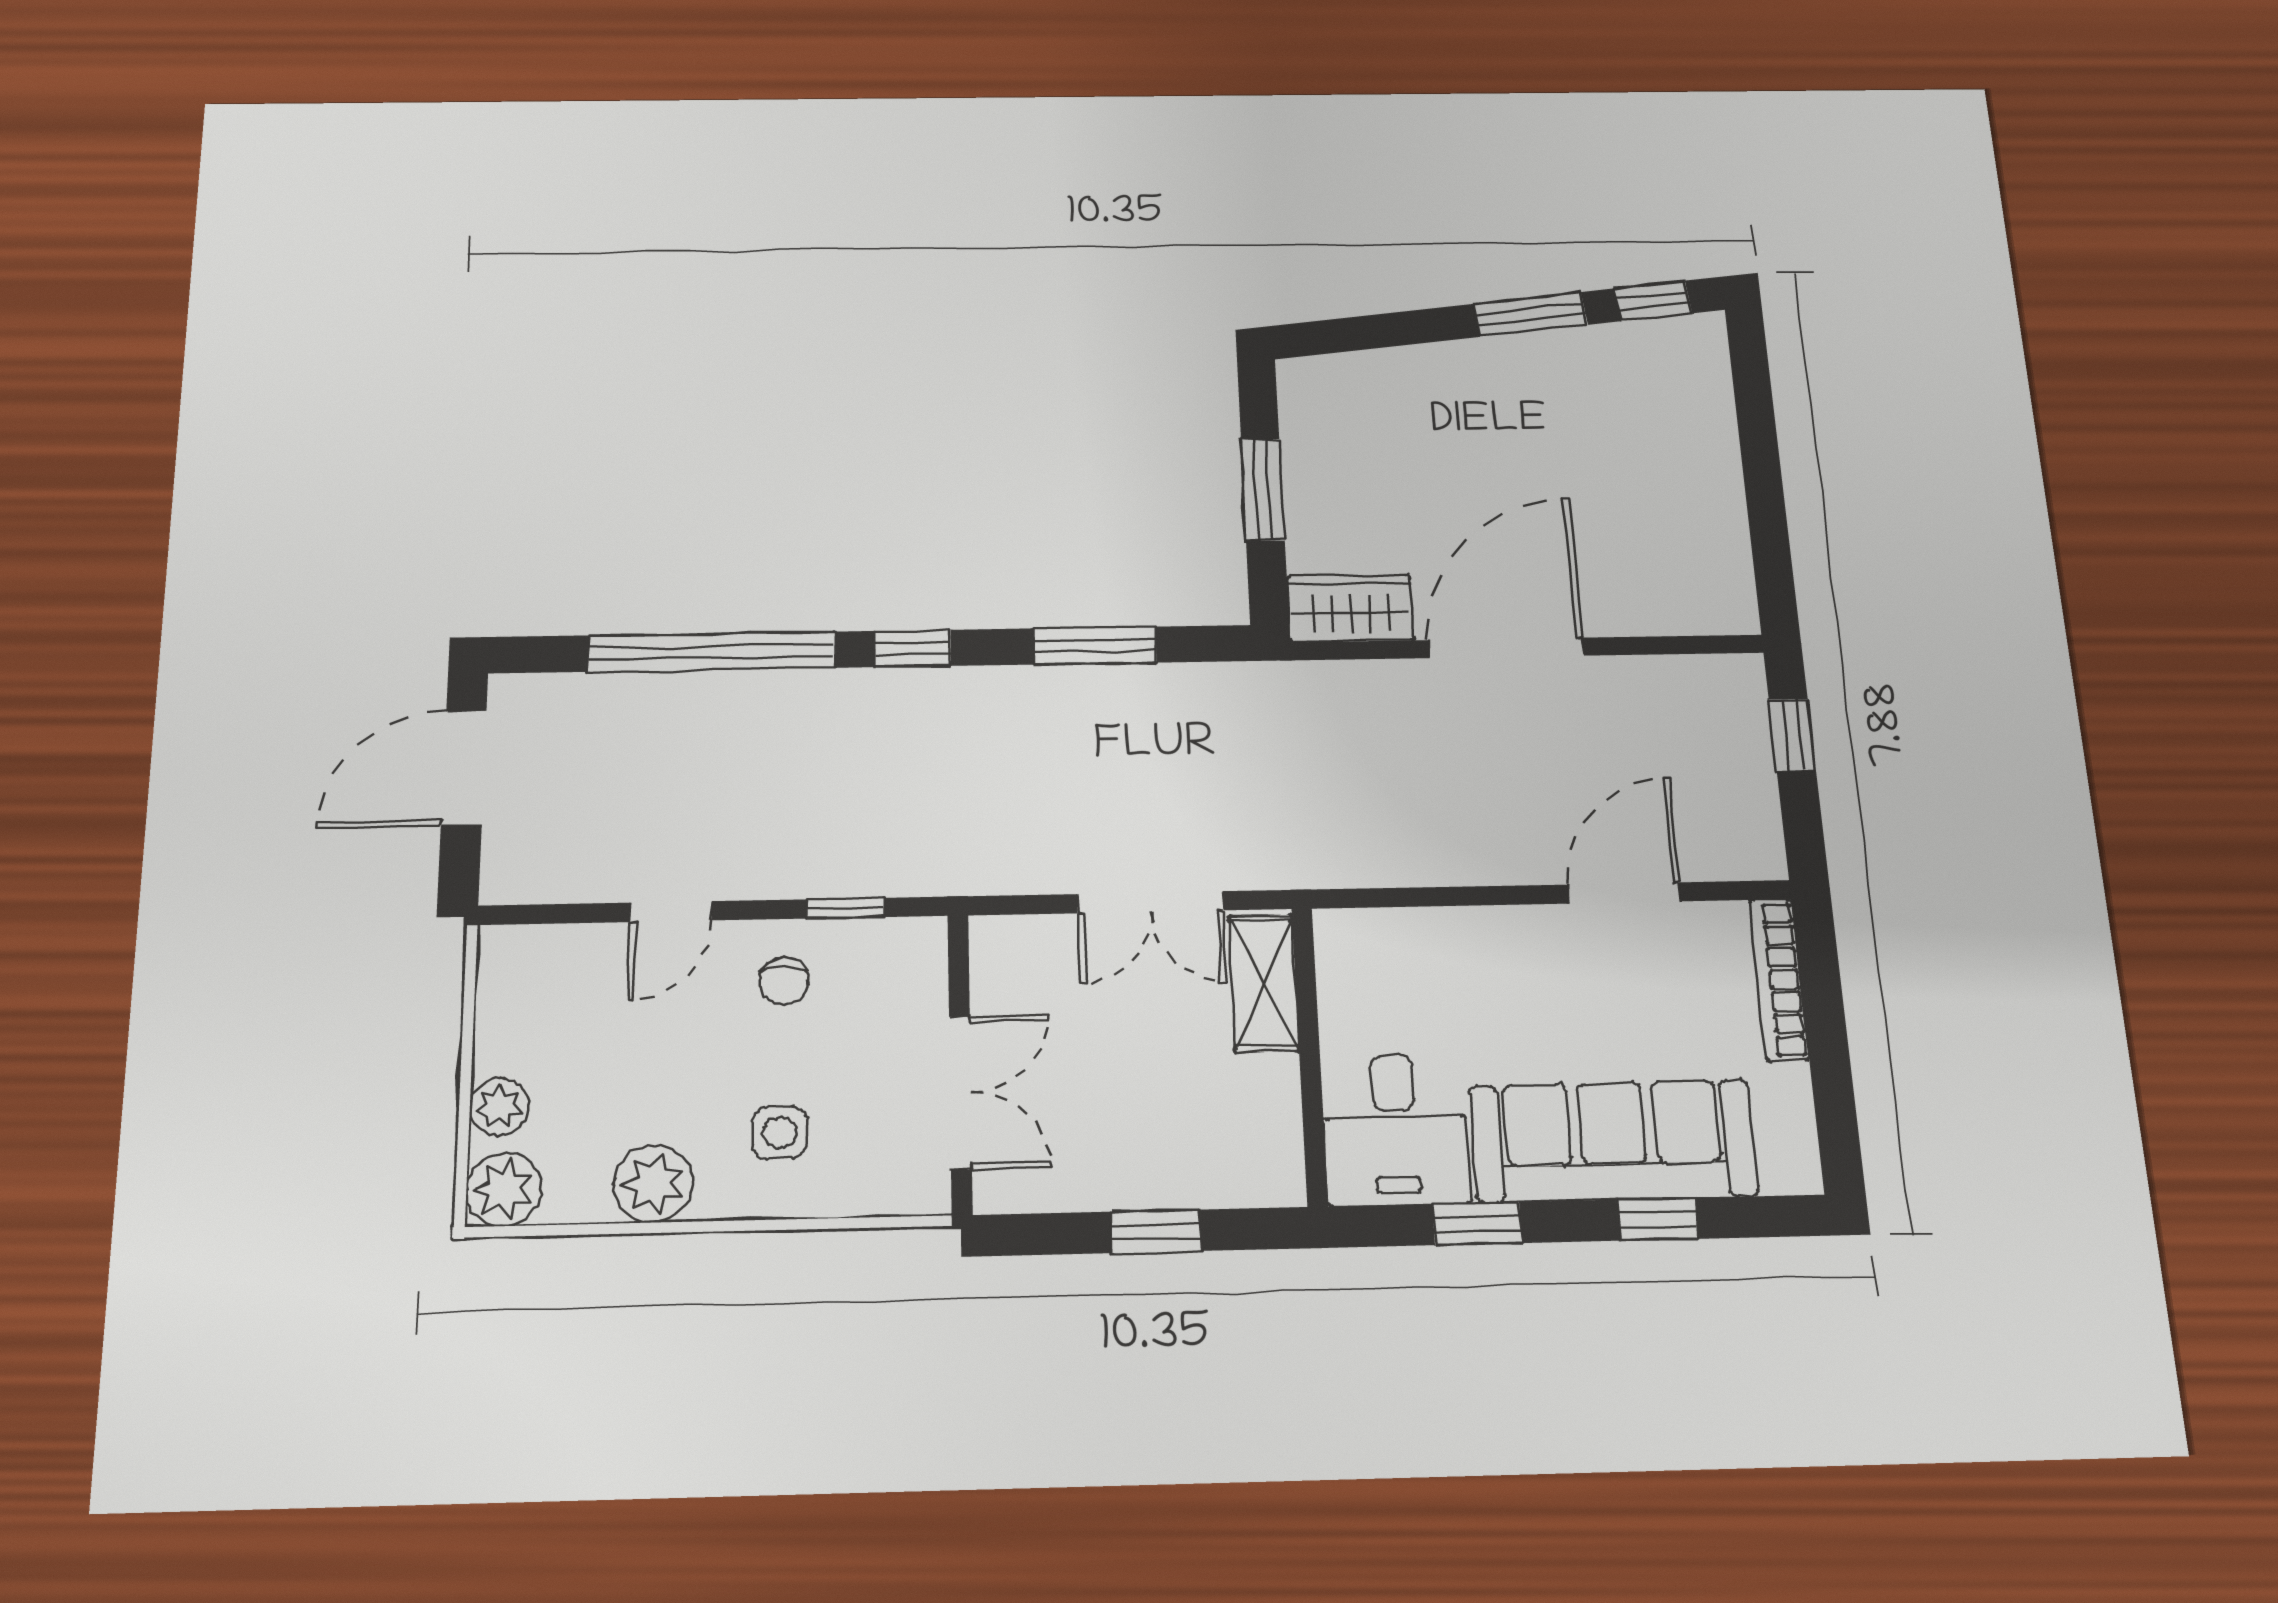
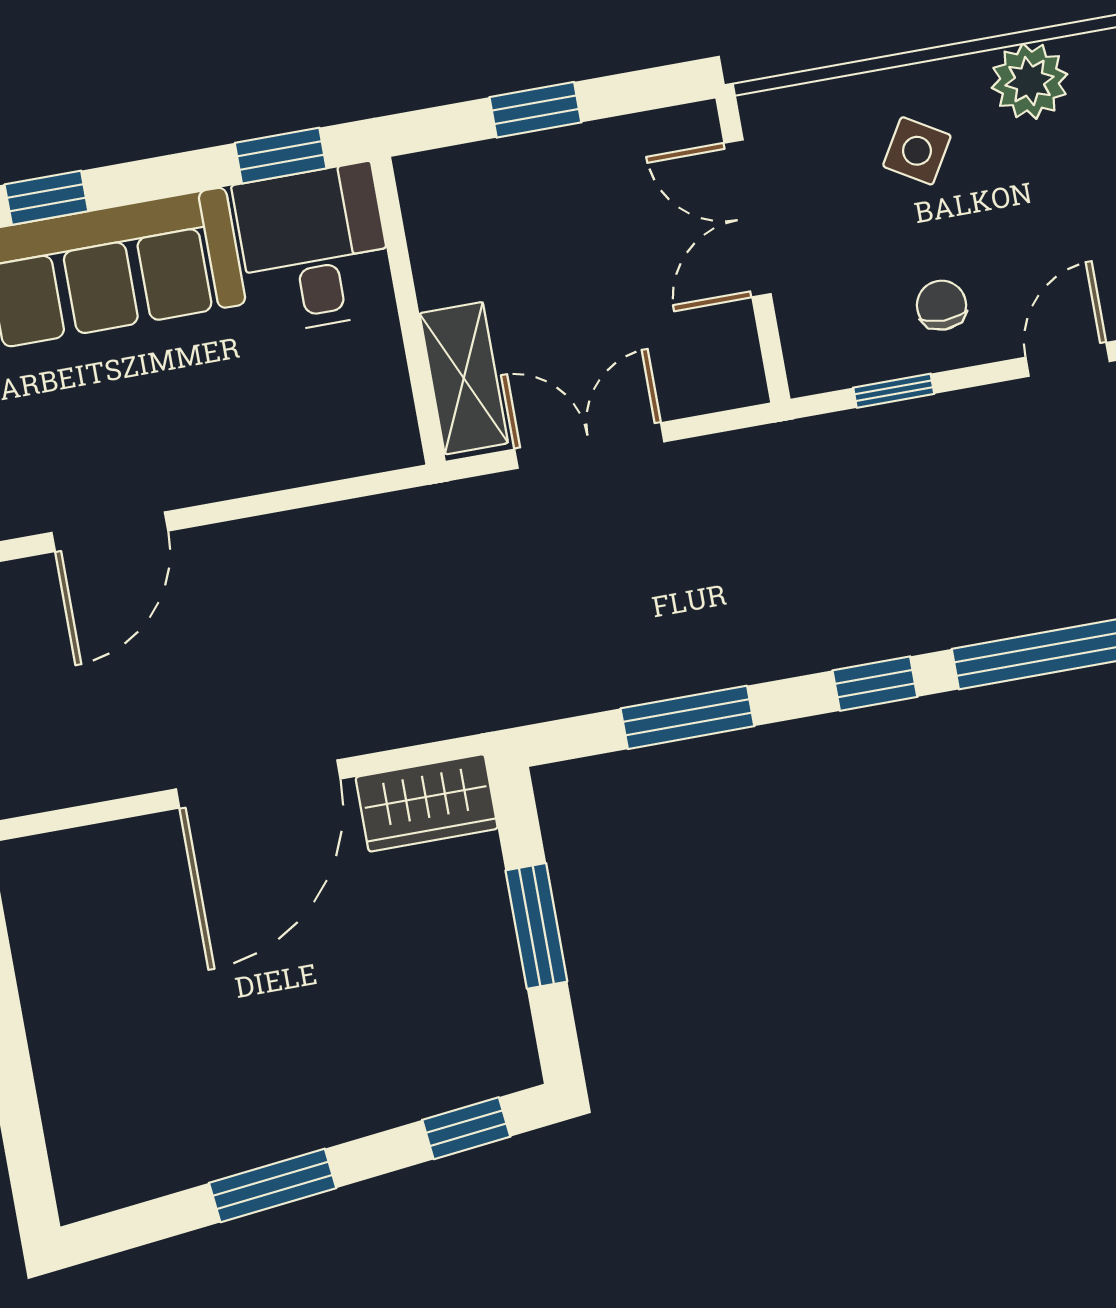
window: (1653, 301) -> (466, 1128), moved
side table: (780, 1133) -> (917, 151), turned 31
window: (1477, 1224) -> (281, 156), moved

